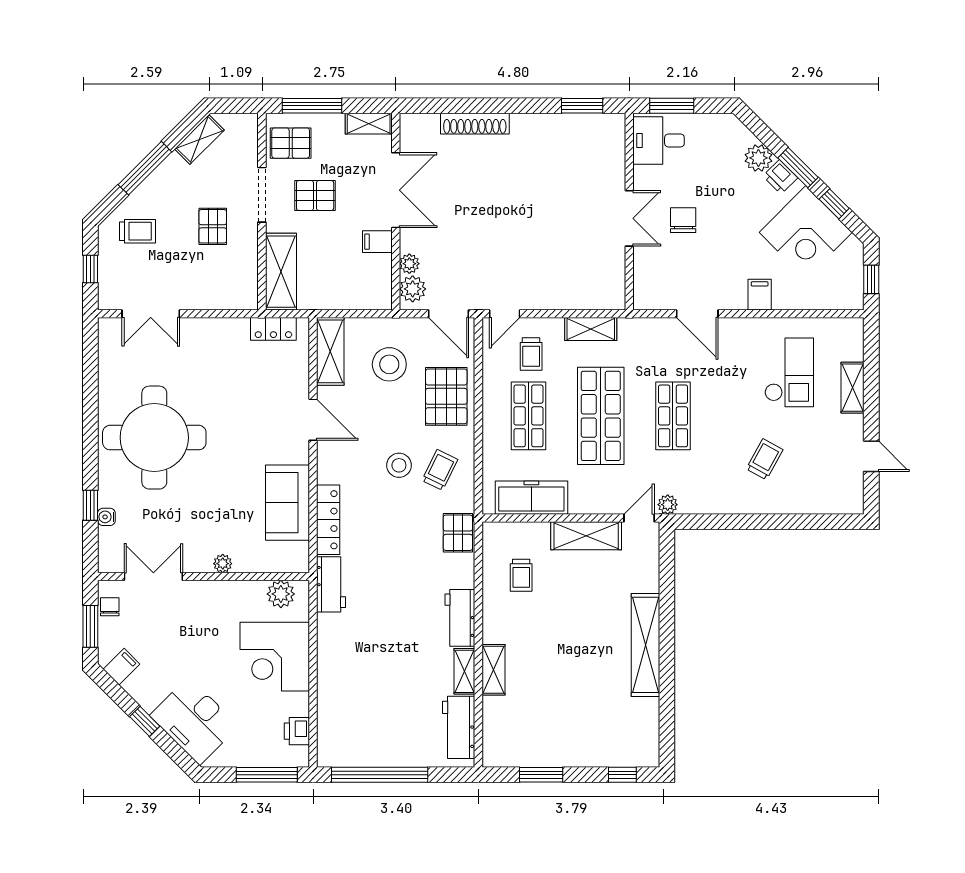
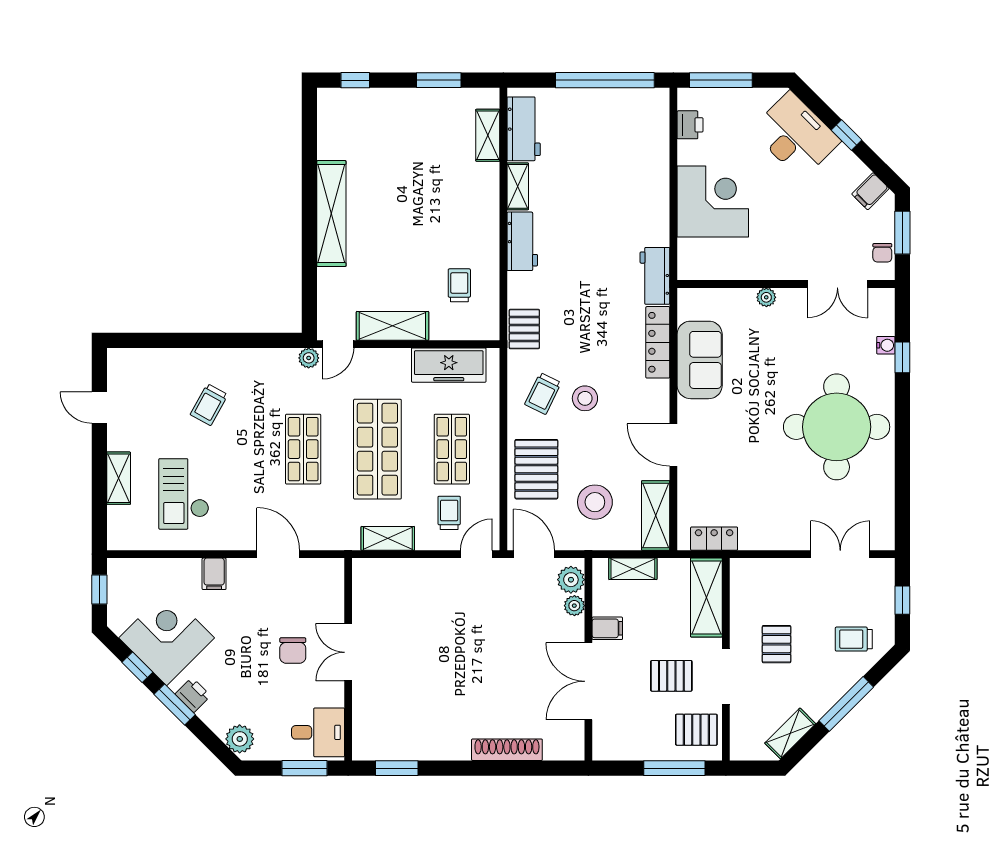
shelving: (369, 124) -> (633, 569), moved
plant: (758, 158) -> (240, 739), moved
plant: (281, 594) -> (707, 266), removed
shelving: (493, 670) -> (488, 135), moved

